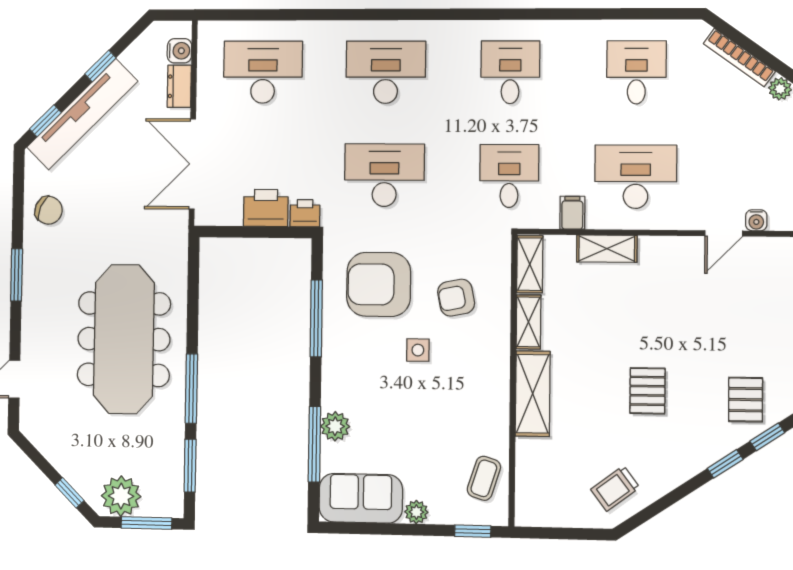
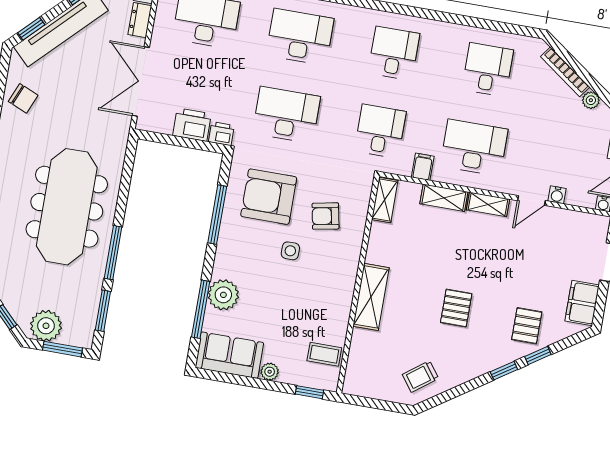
shelving: (528, 322) -> (488, 204), moved, turned 90
plant: (335, 426) -> (223, 295), width x1.36, depth x1.36
coffee table: (484, 478) -> (324, 354), turned 72

